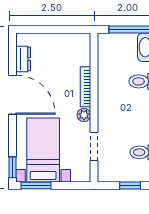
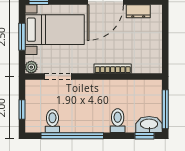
plant: (84, 115) -> (31, 67), moved
window: (36, 186) -> (22, 37), moved

